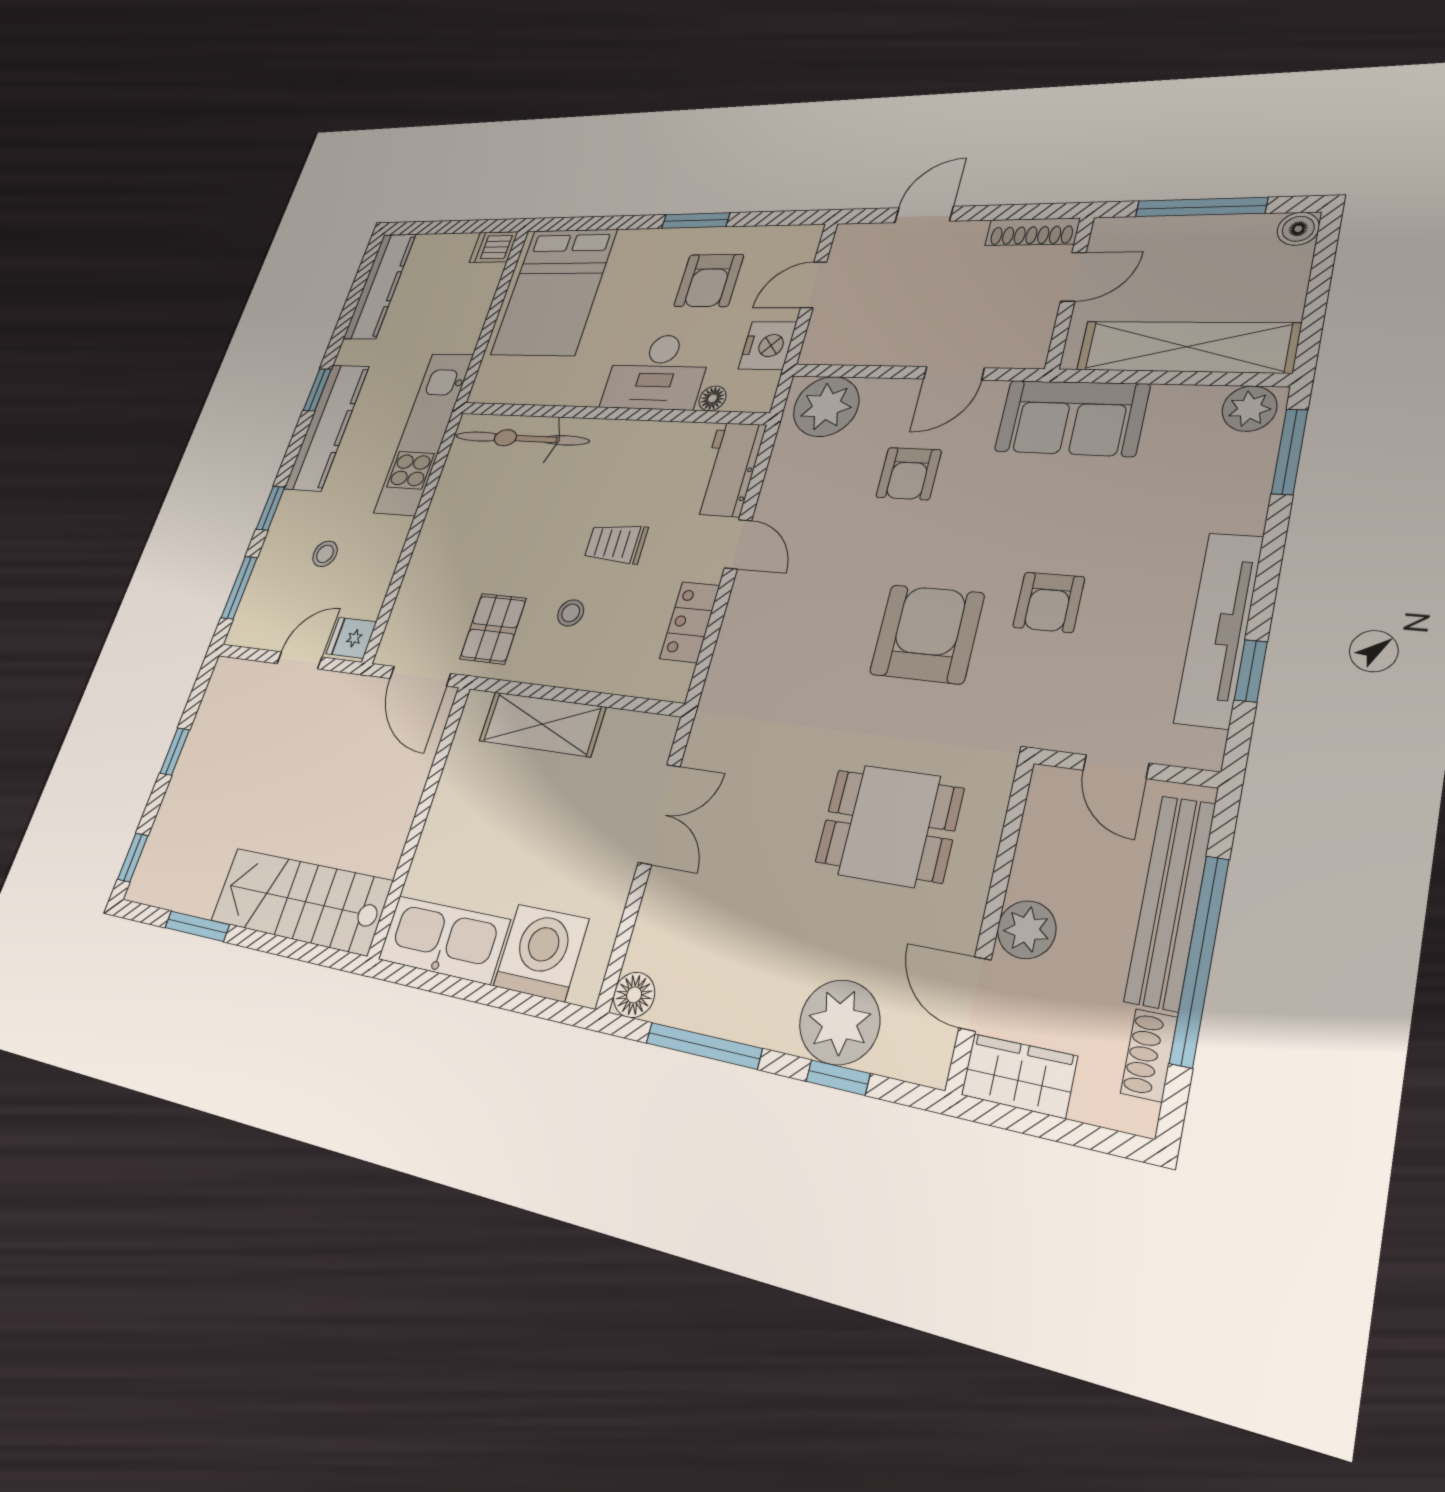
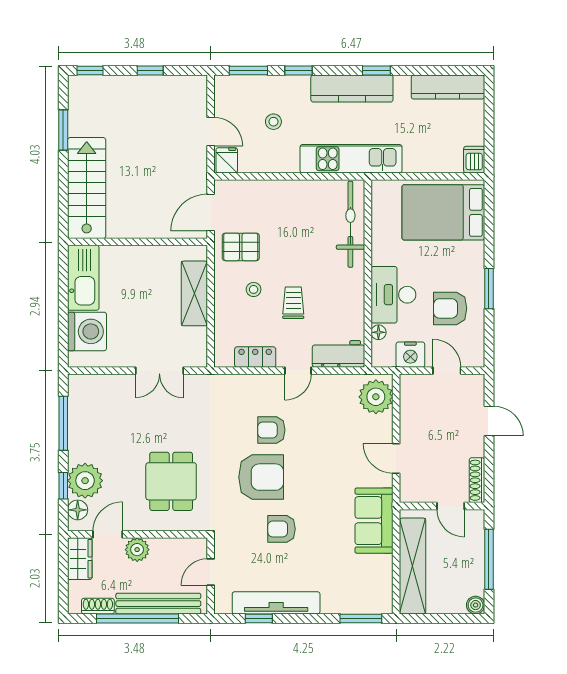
plant: (1249, 409) -> (381, 598), removed
armchair: (909, 474) -> (271, 430), moved
floor lamp: (634, 995) -> (78, 510), moved

